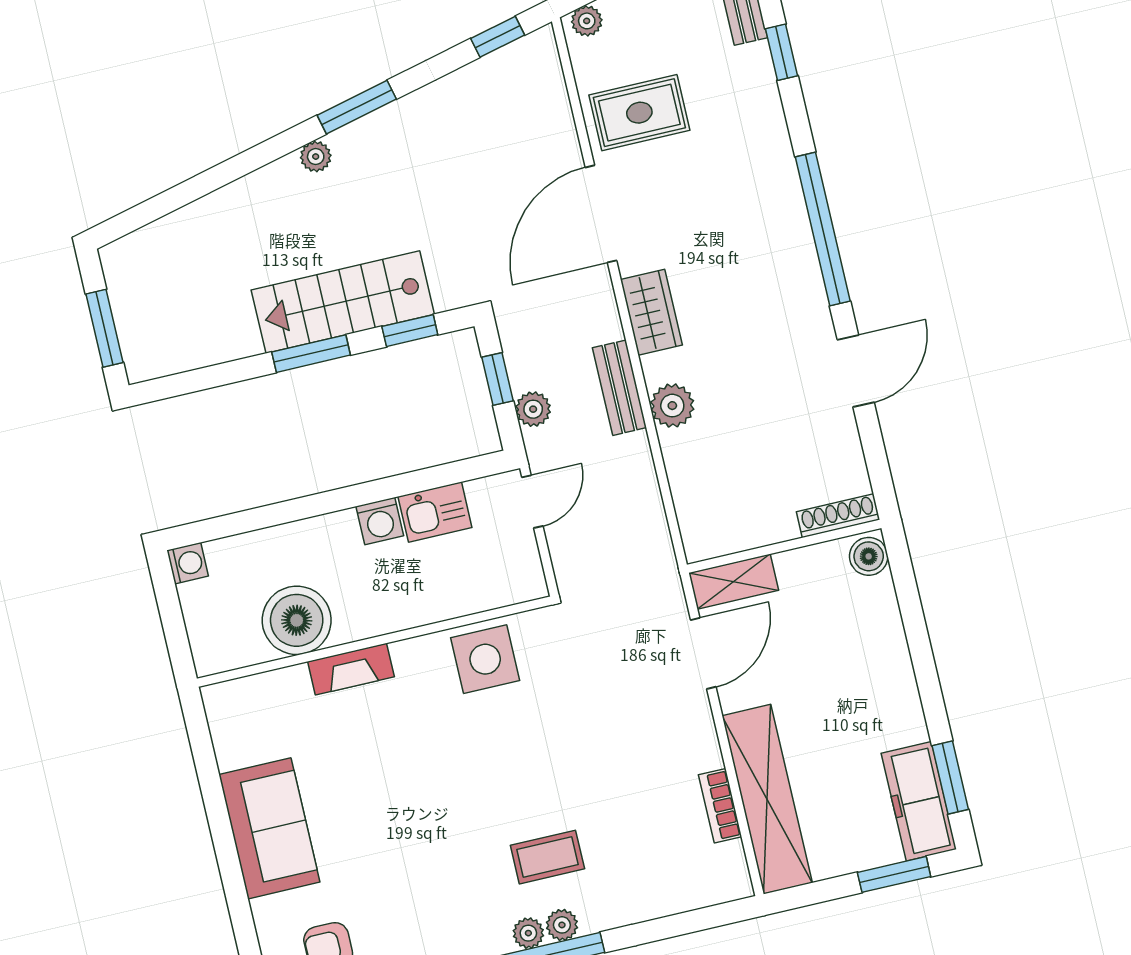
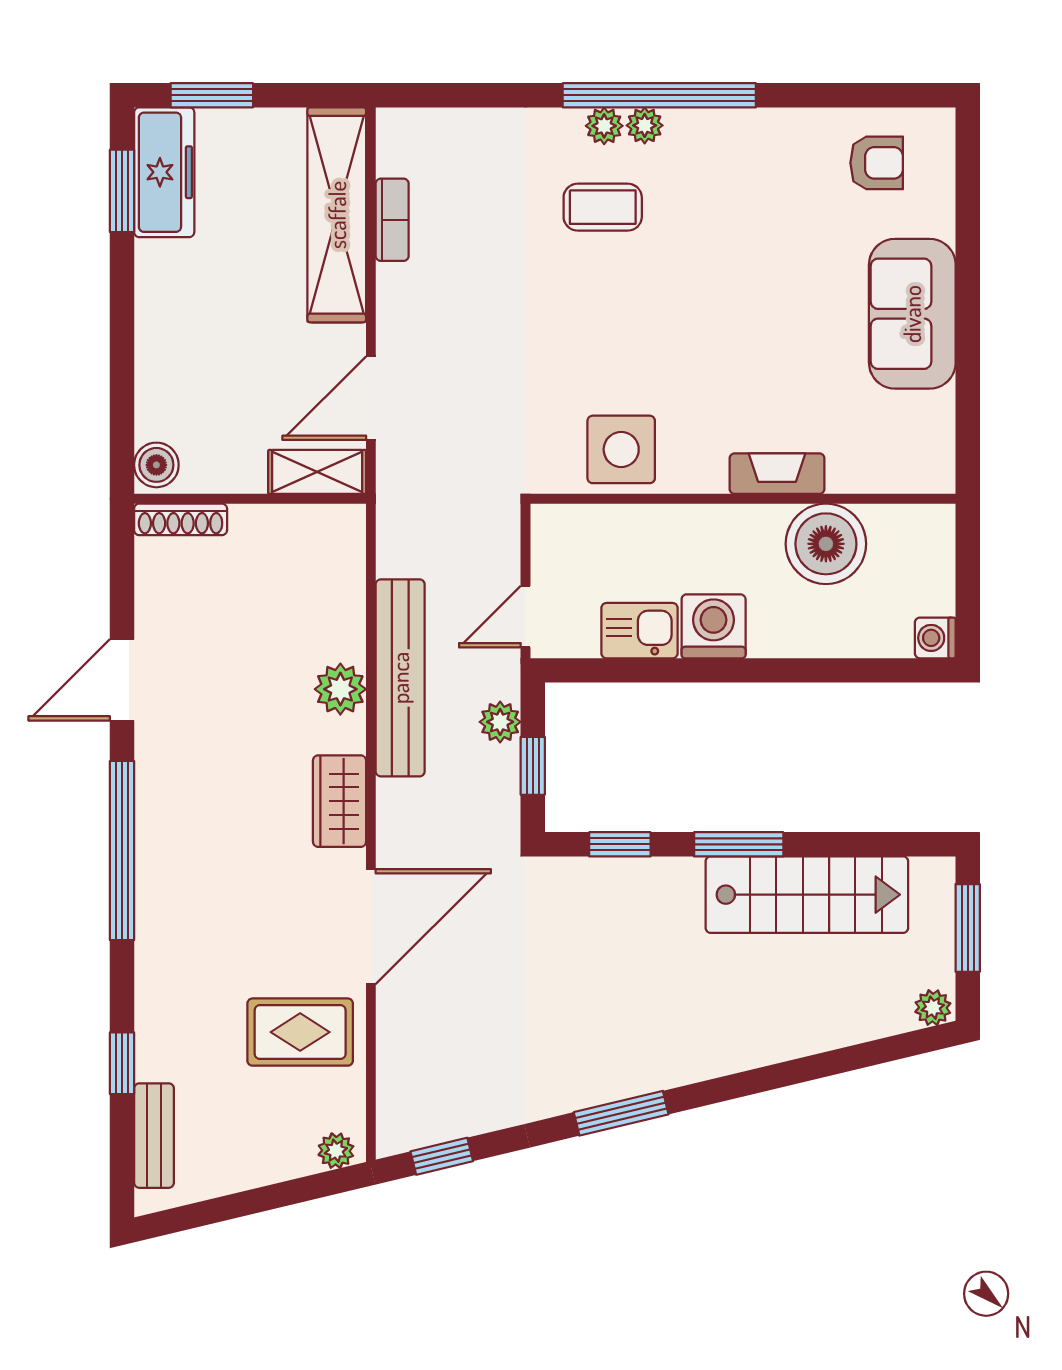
plant: (316, 157) -> (933, 1008), moved
stairs: (343, 302) -> (807, 895), moved
bench: (619, 388) -> (400, 678), width x1.86, depth x1.21
washing machine: (380, 521) -> (714, 626), width x1.38, depth x1.38

